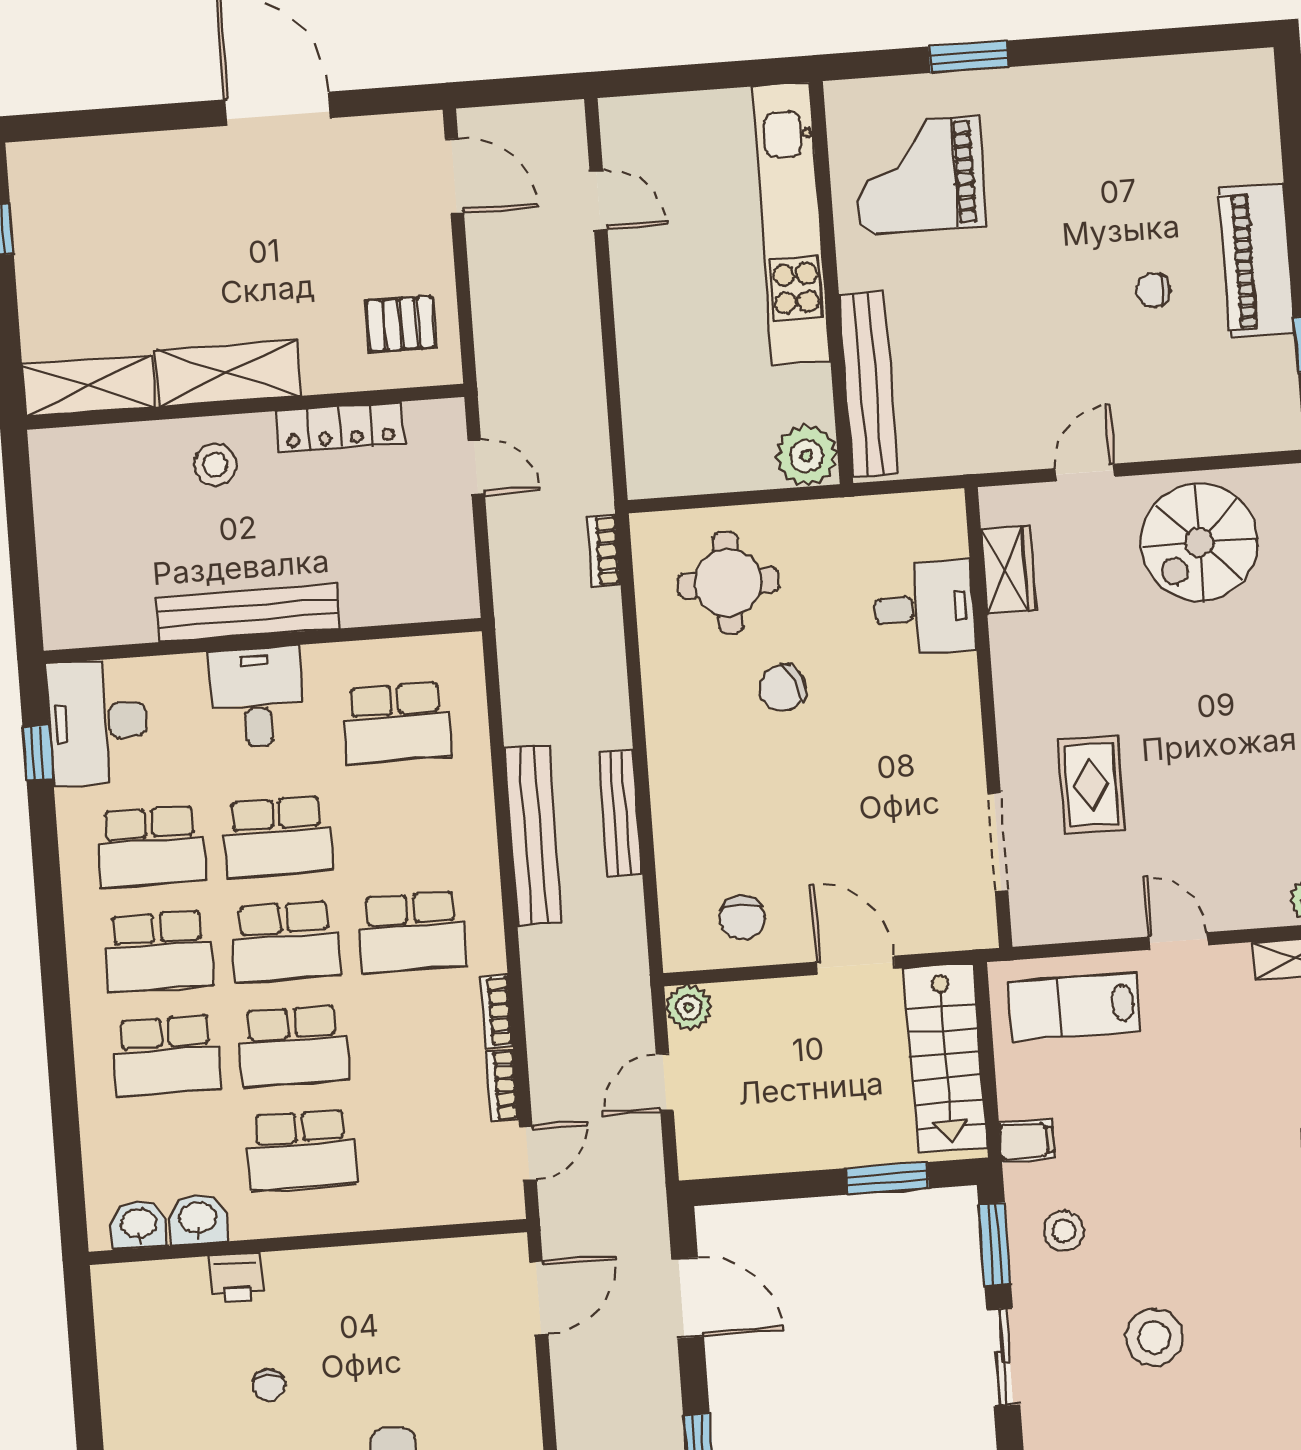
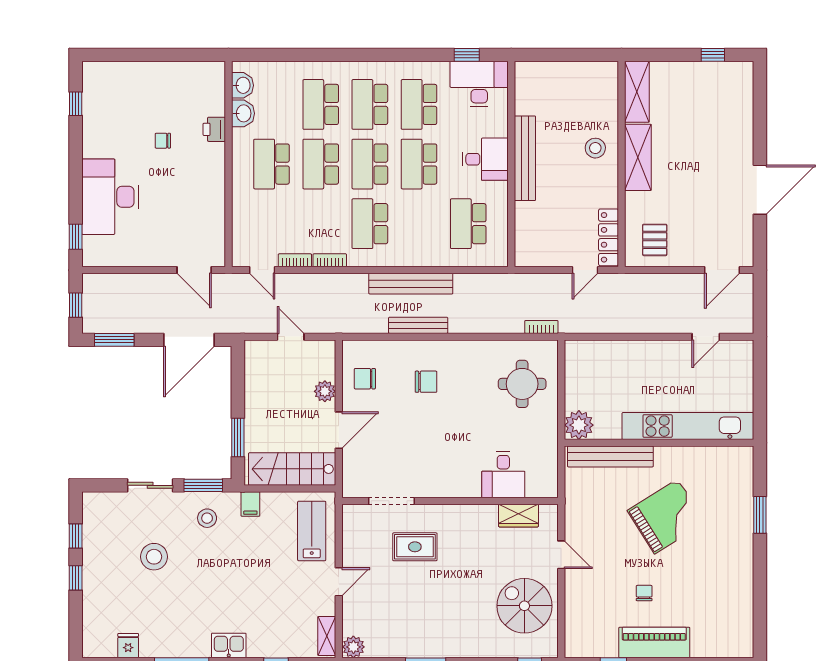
grand piano: (919, 175) -> (666, 516), moved, turned 58
locker: (340, 427) -> (609, 237), moved
chair: (782, 688) -> (426, 382), moved, turned 114
plant: (689, 1007) -> (325, 391), moved
door: (688, 1298) -> (189, 340), width x1.36

